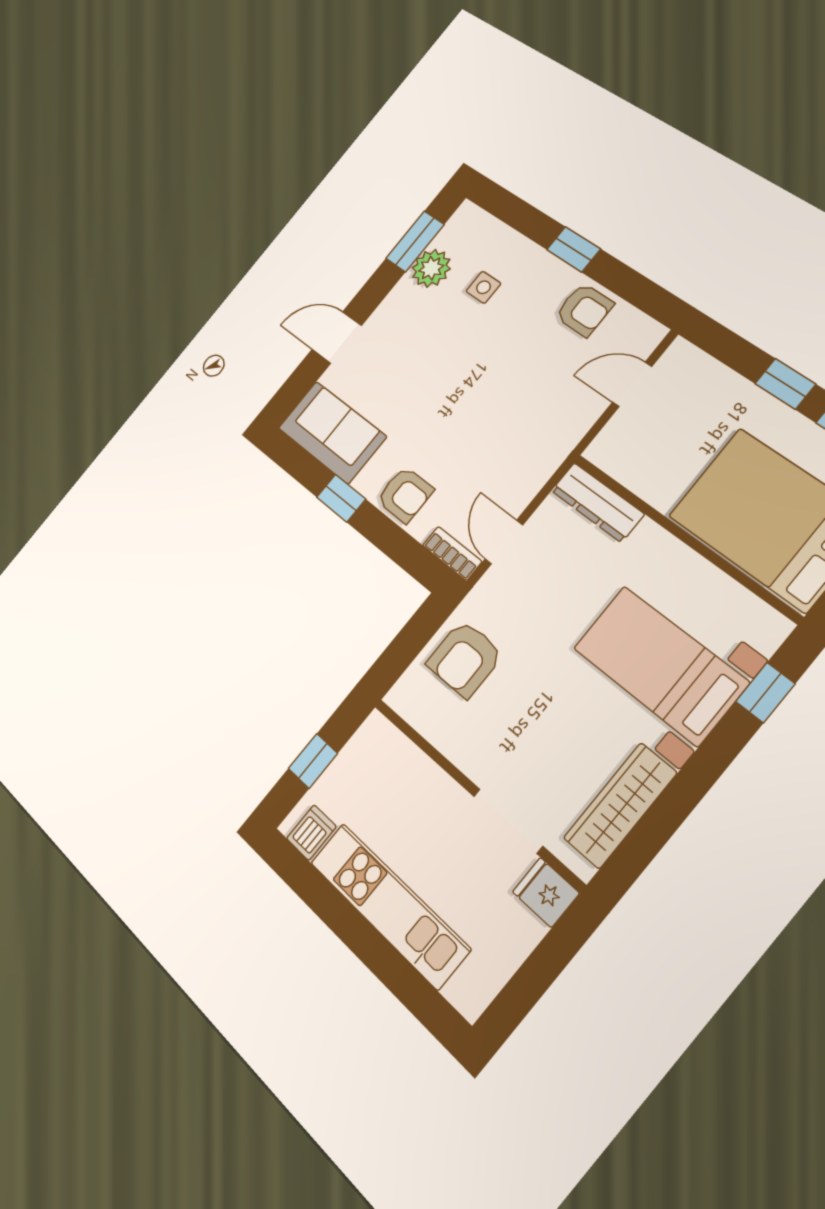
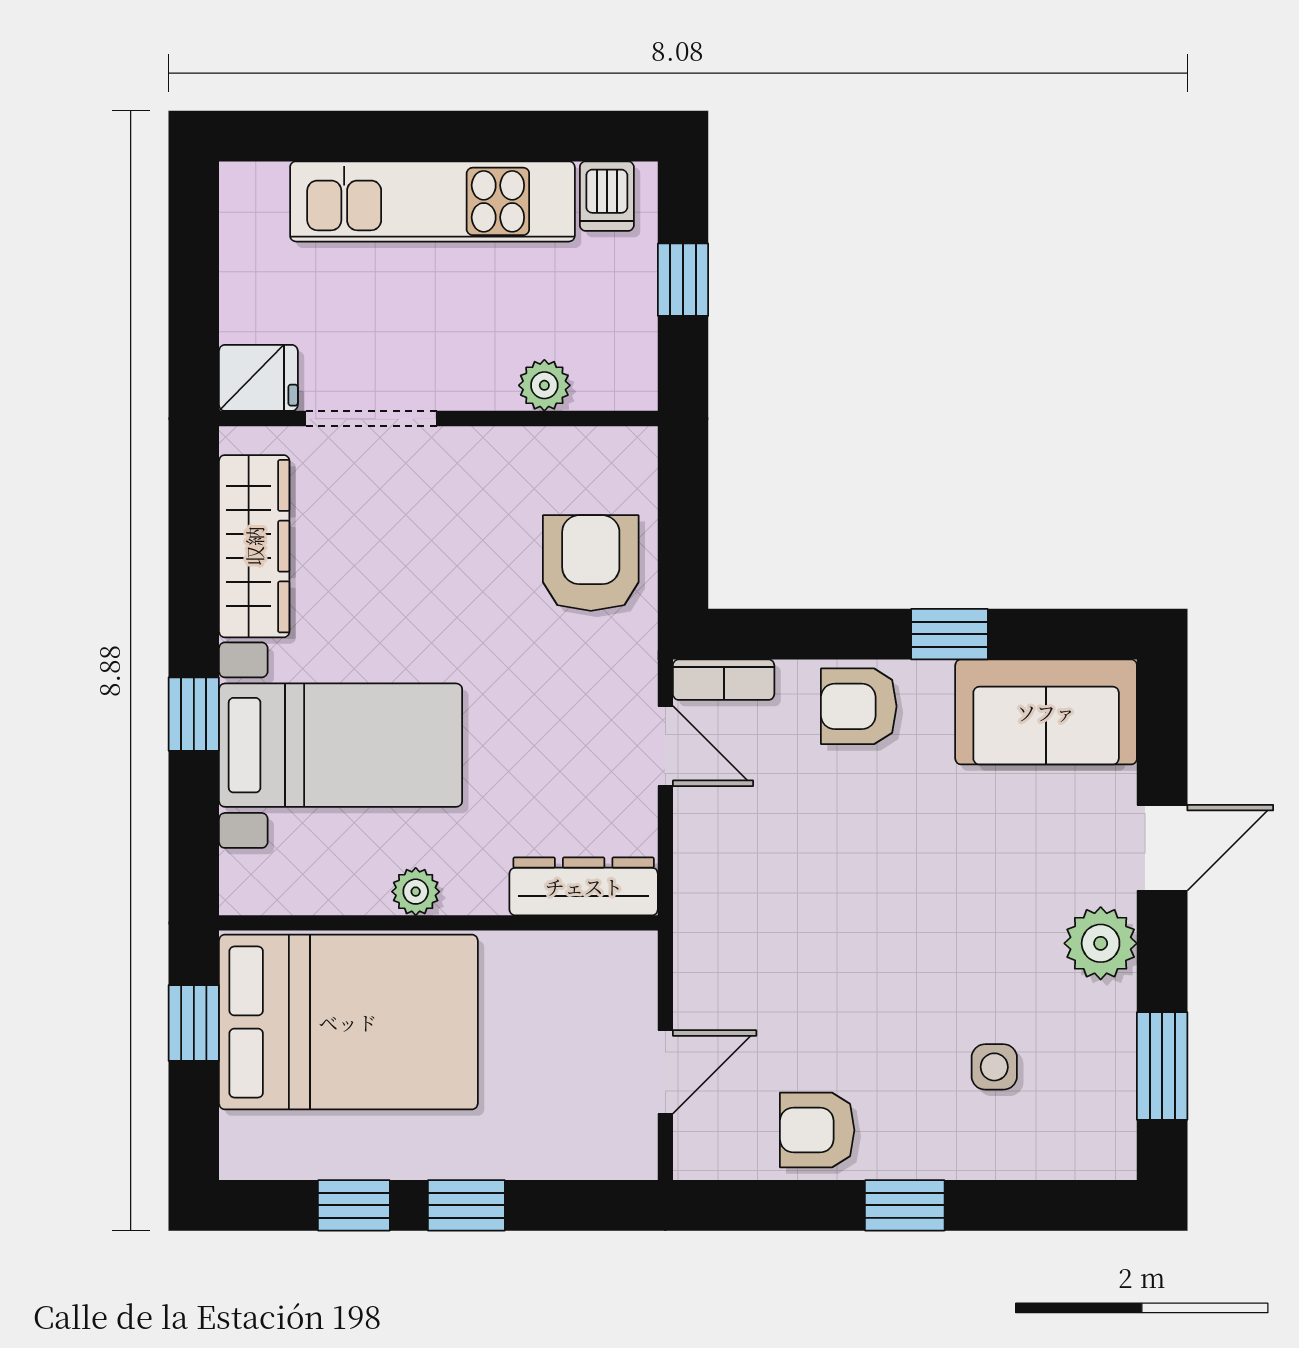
plant: (431, 268) -> (1101, 943), moved
plant: (683, 561) -> (416, 892), added
window: (765, 693) -> (194, 714), moved
plant: (414, 765) -> (544, 385), added

